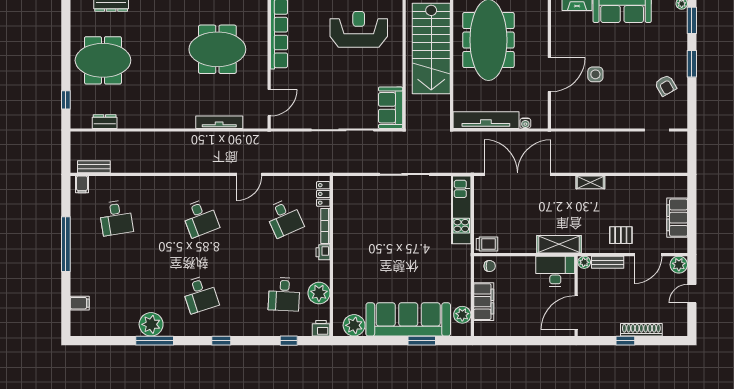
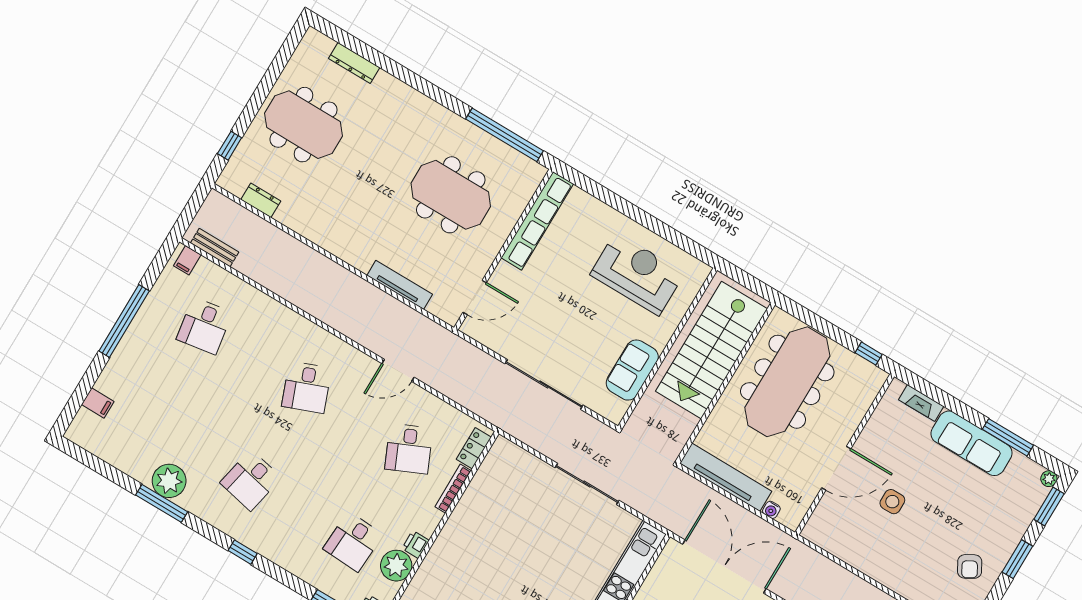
sofa: (391, 108) -> (632, 370), moved
printer: (323, 252) -> (416, 545), moved
desk: (200, 294) -> (251, 480), turned 30

